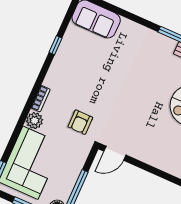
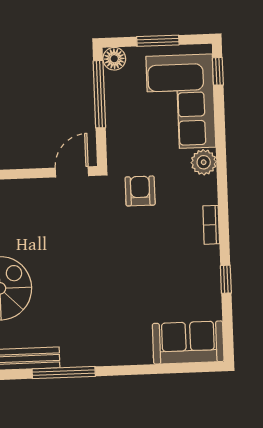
bookcase: (41, 99) -> (211, 225), moved

